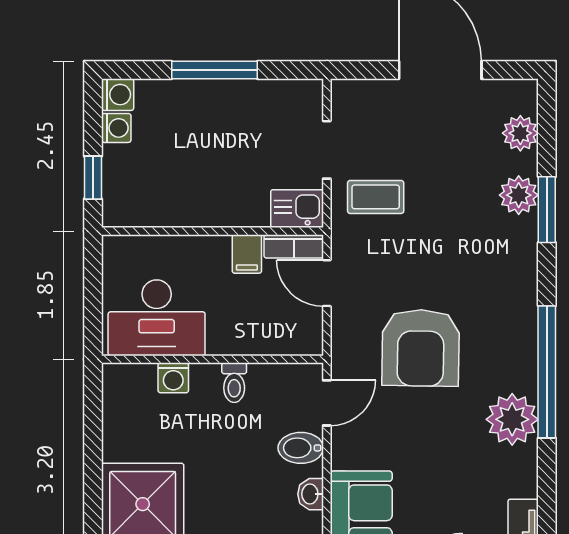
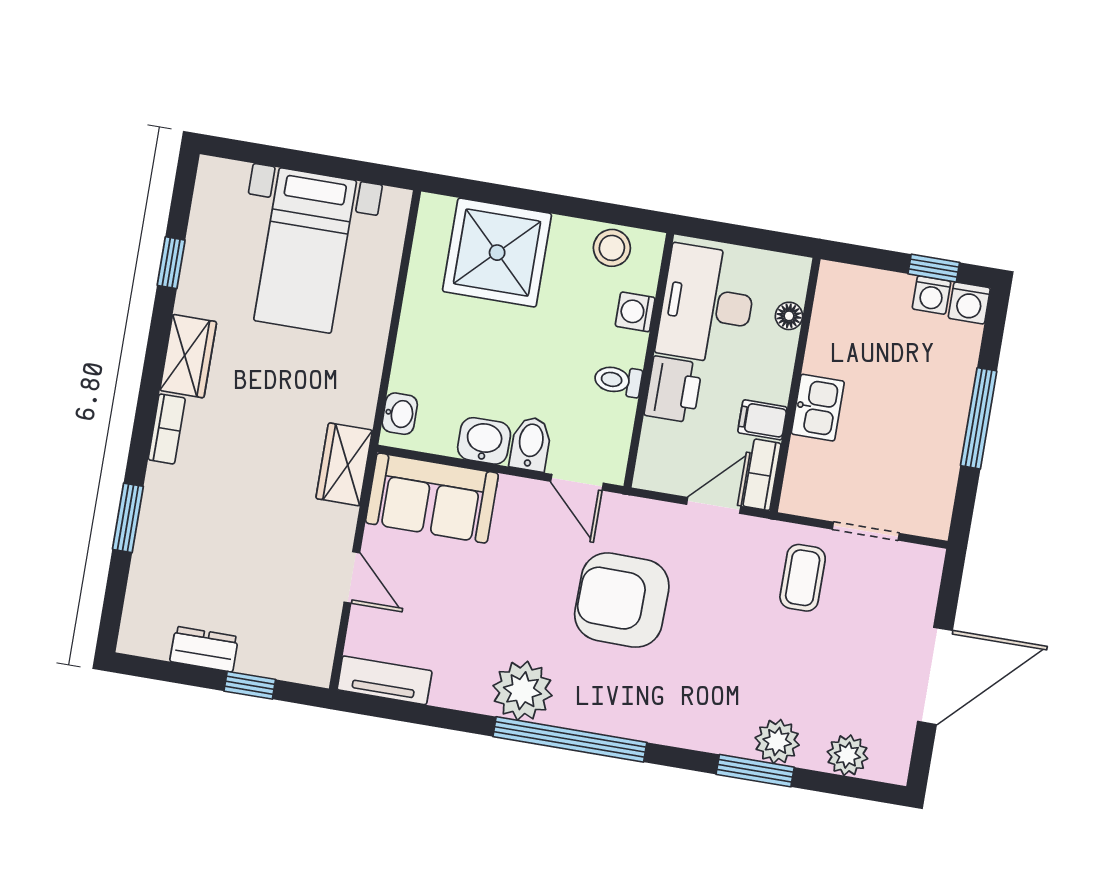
window: (93, 178) -> (934, 268), moved
kitchen sink: (297, 209) -> (818, 408), moved
floor lamp: (155, 246) -> (789, 316), added
printer: (234, 334) -> (673, 389), added
stool: (122, 407) -> (612, 248), added
washbasin: (311, 494) -> (484, 441), width x1.38, depth x1.45

